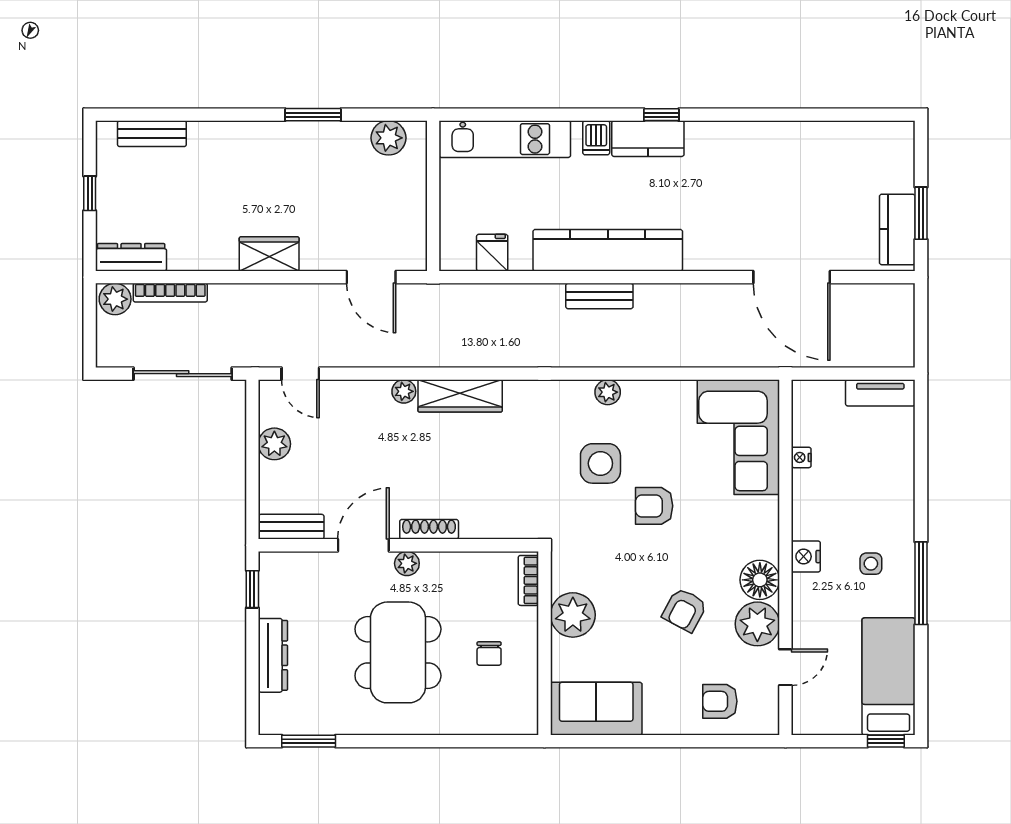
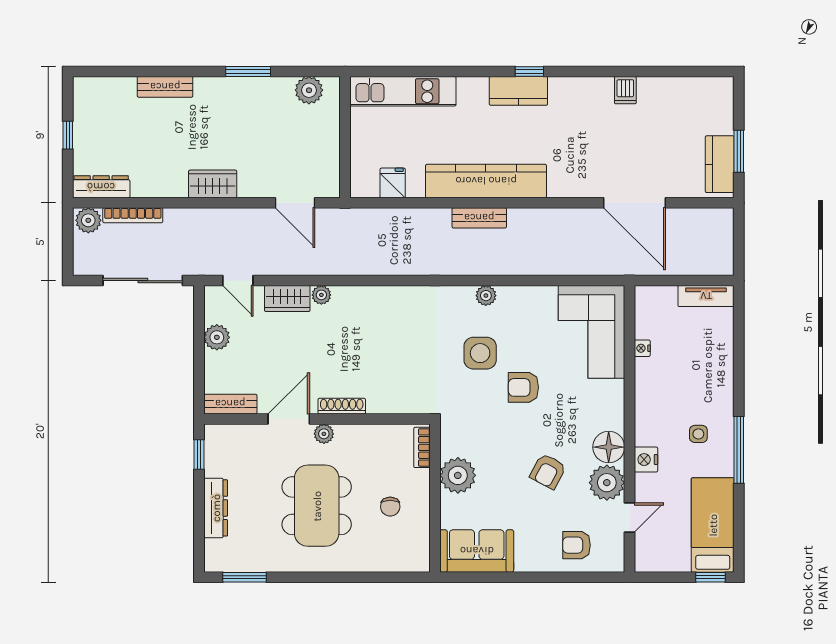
bench: (152, 134) -> (165, 87), moved
dishwasher: (596, 138) -> (625, 90), moved
wardrobe: (460, 396) -> (287, 299), moved, width x0.67
nightstand: (806, 557) -> (646, 460), moved

